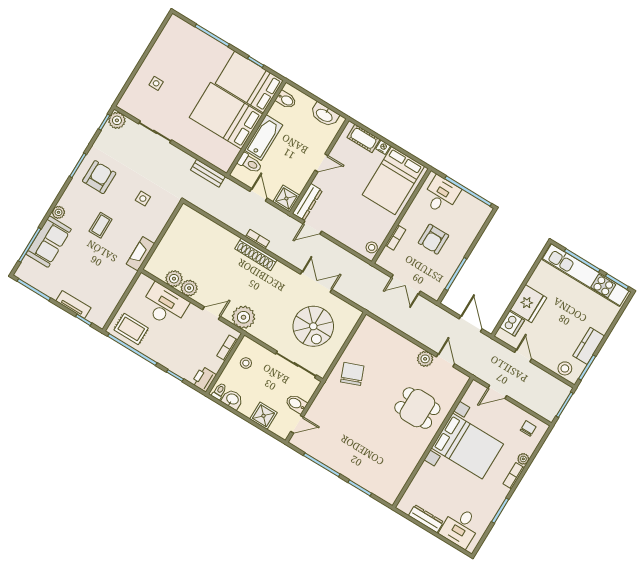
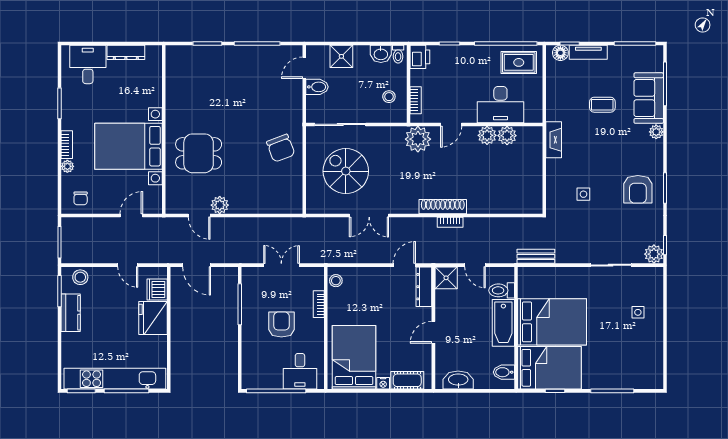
coffee table: (101, 225) -> (602, 105), moved, turned 90
floor lamp: (95, 317) -> (560, 53), added

